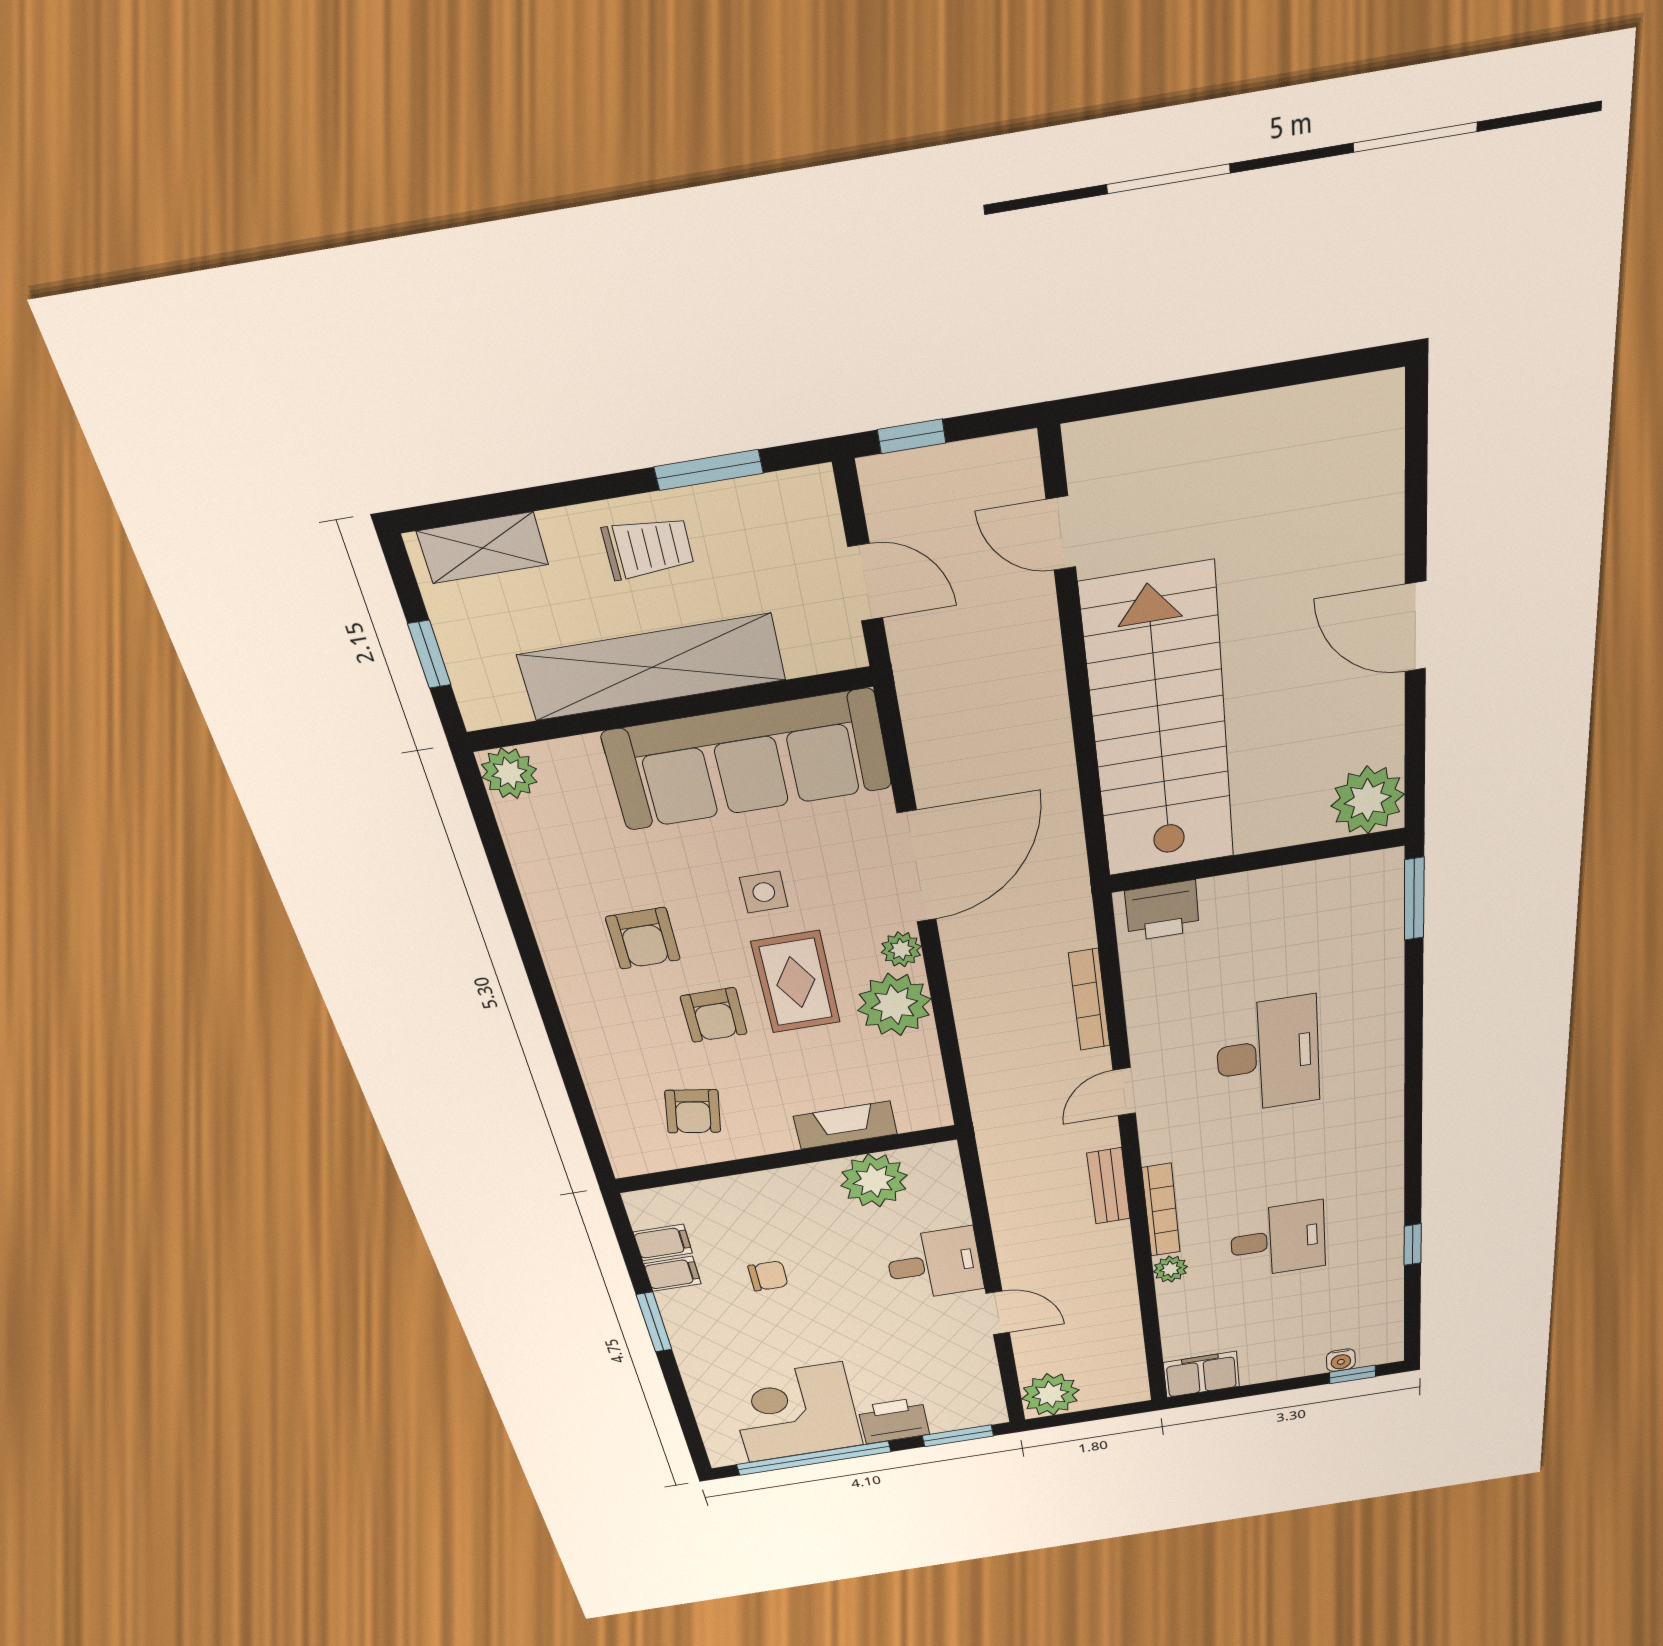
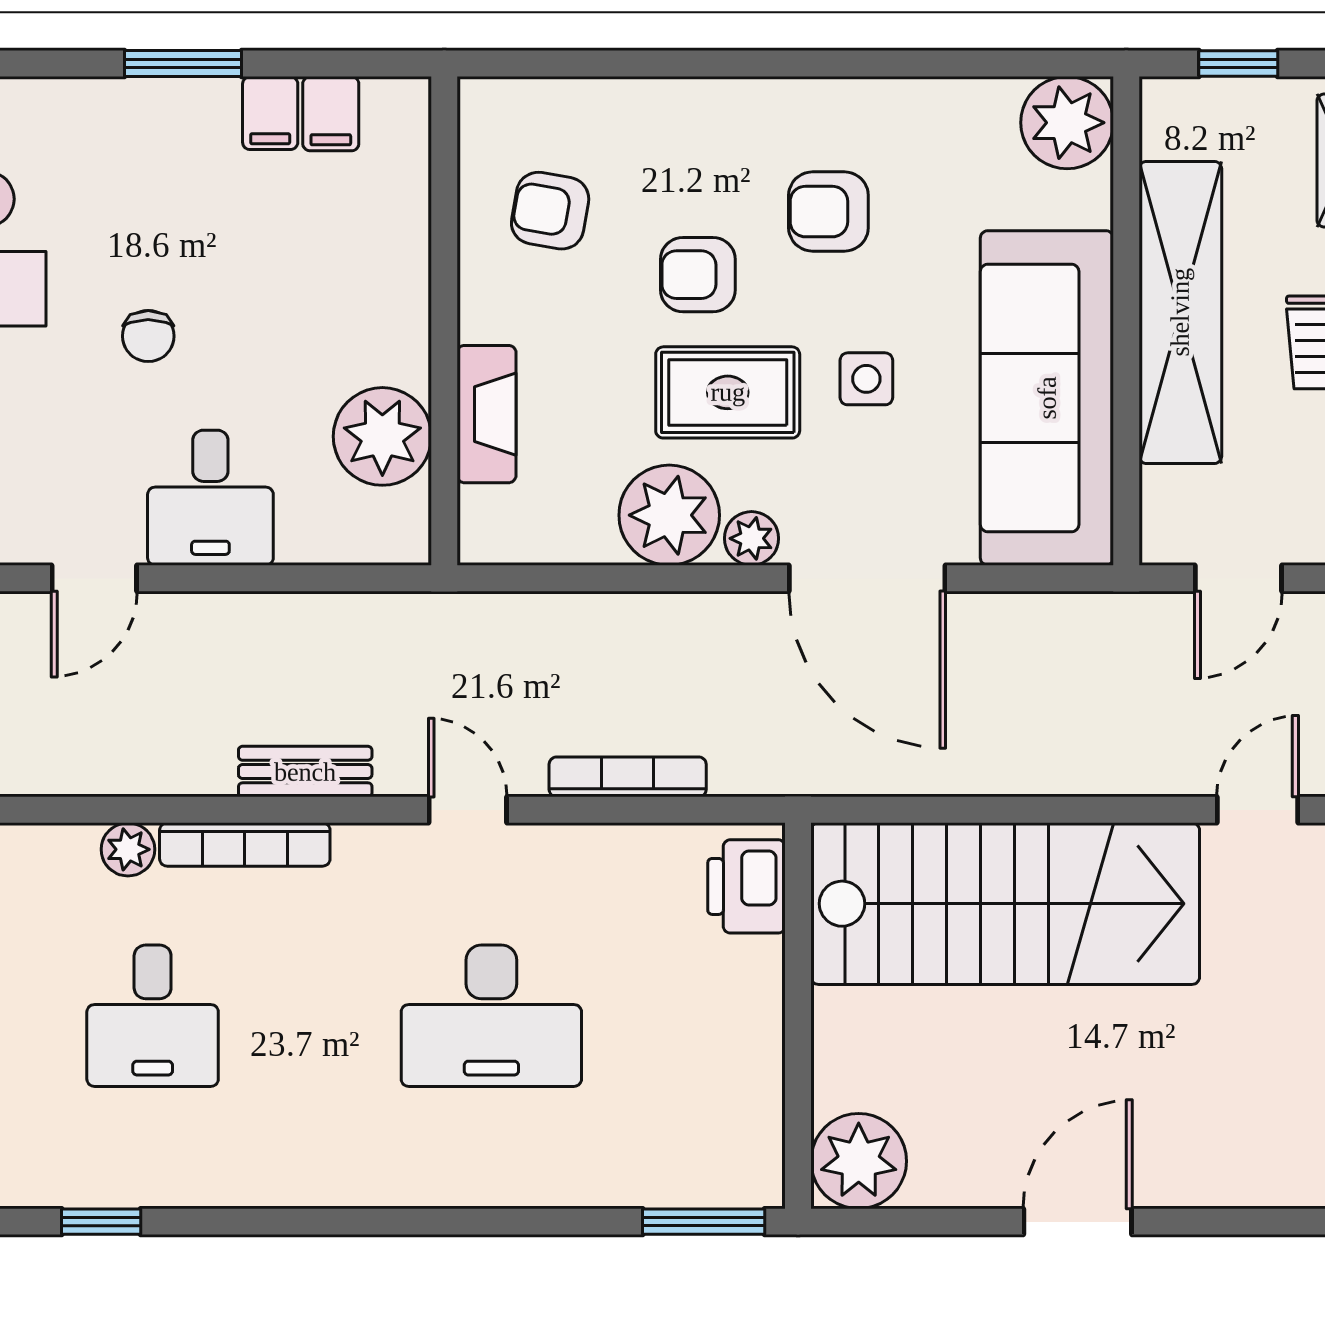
plant: (509, 773) -> (1067, 123), width x1.36, depth x1.36
chair: (768, 1276) -> (148, 336), moved

